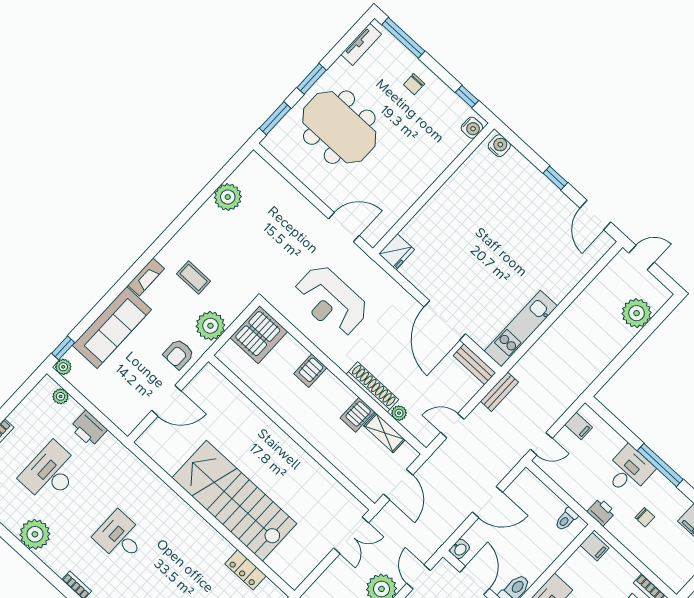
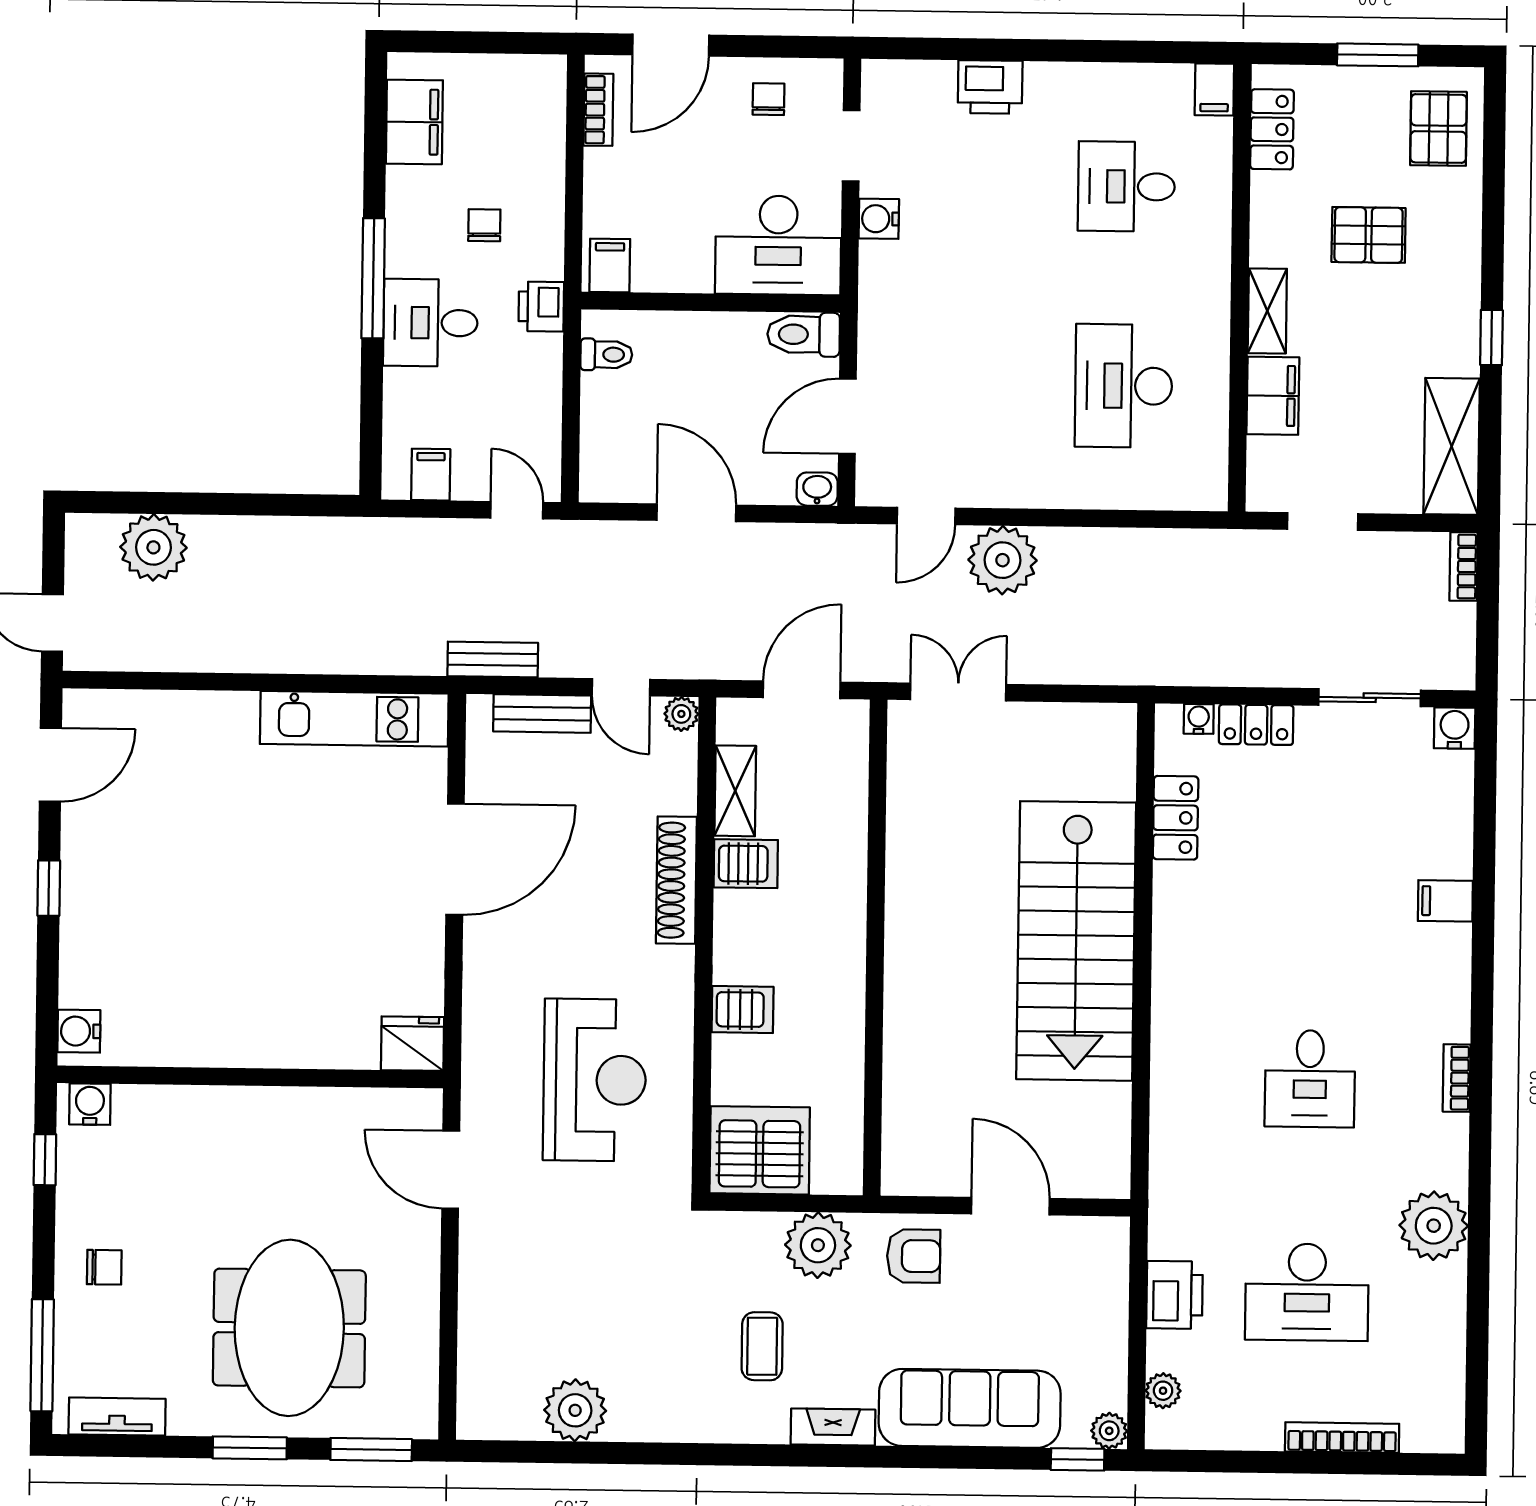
bench: (474, 364) -> (542, 714), moved, turned 90
plant: (399, 413) -> (681, 714), moved

